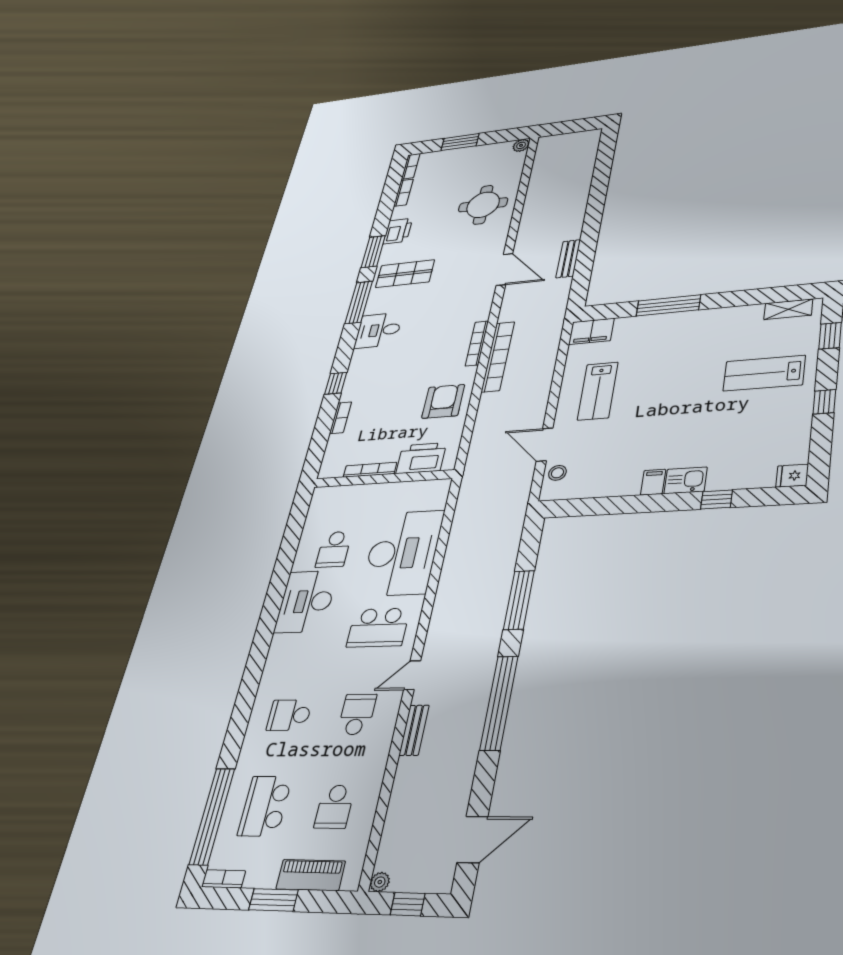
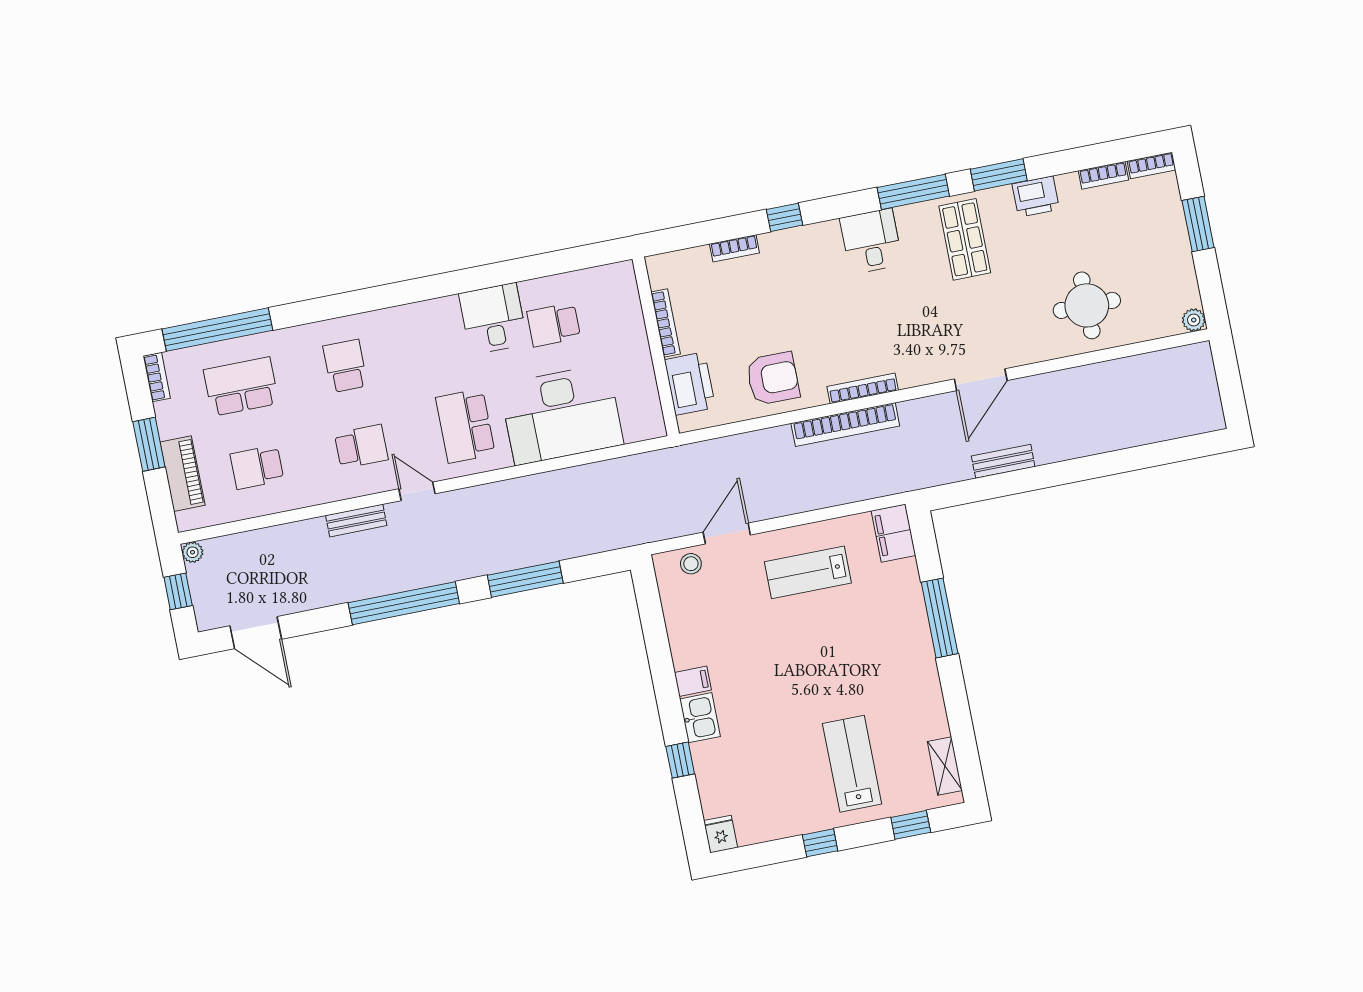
desk: (306, 601) -> (493, 319), width x0.73

